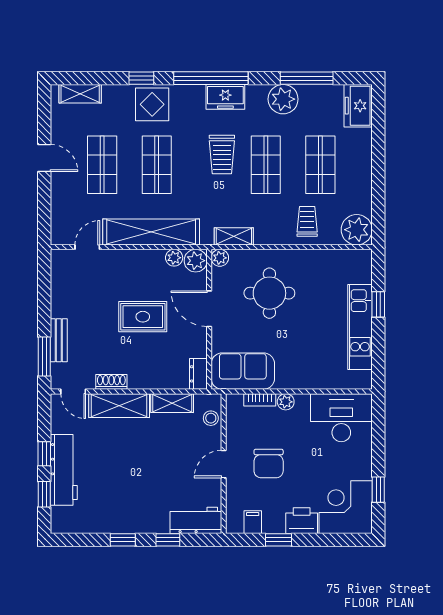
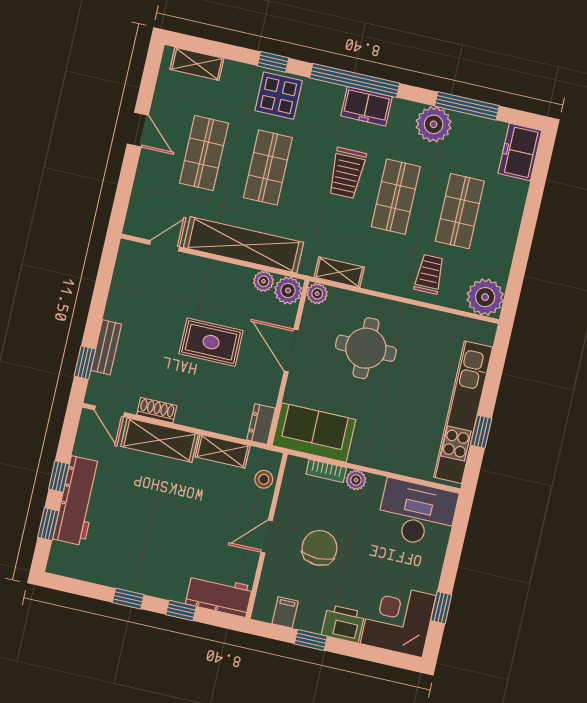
window: (378, 304) -> (481, 432), moved
kitchen unit: (360, 327) -> (463, 412), width x1.36
window: (44, 356) -> (85, 363), width x0.67
chair: (269, 464) -> (319, 548), turned 180

